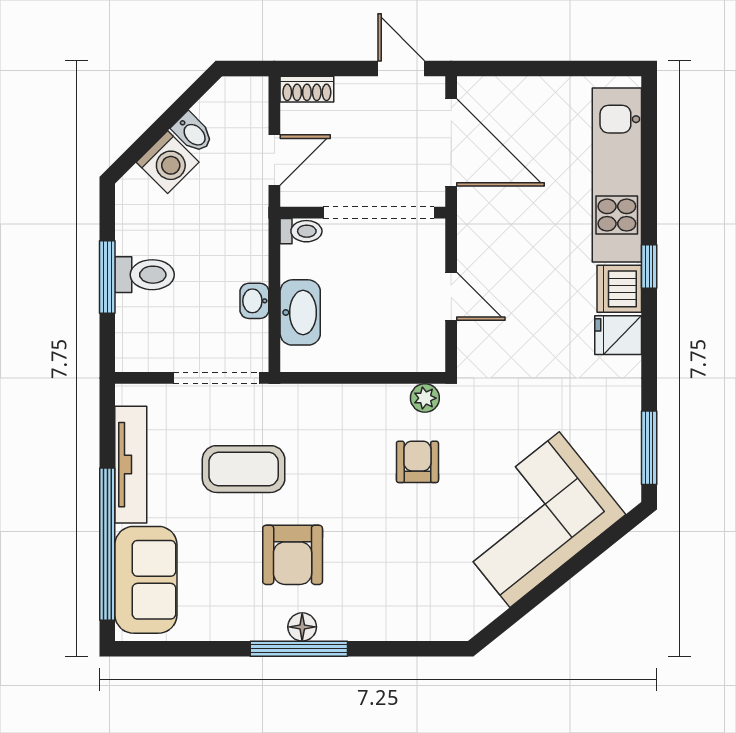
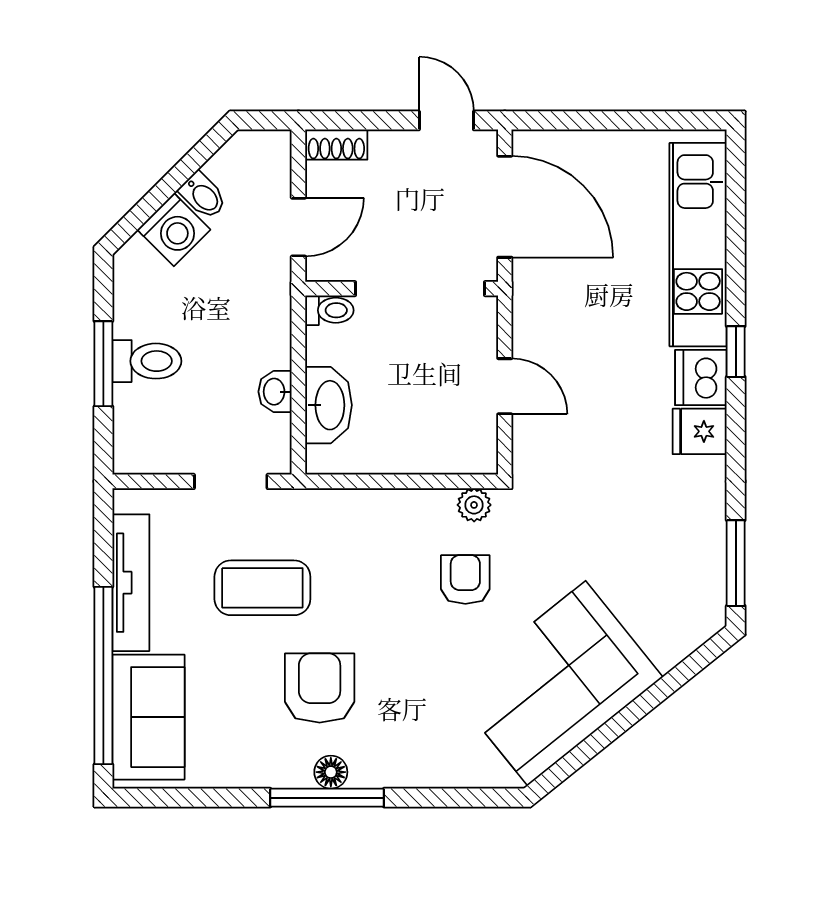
doorway: (216, 378) -> (231, 481), width x0.73
corner sofa: (535, 520) -> (557, 683), moved
armchair: (293, 555) -> (320, 688), turned 180

